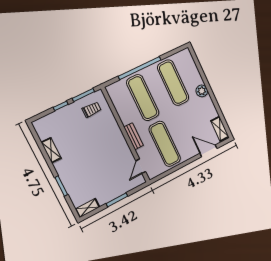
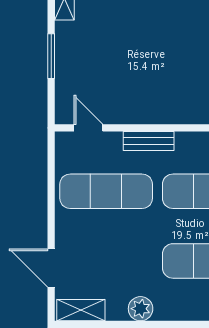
plant: (202, 91) -> (141, 309), moved
door: (208, 151) -> (51, 268), swing flipped

